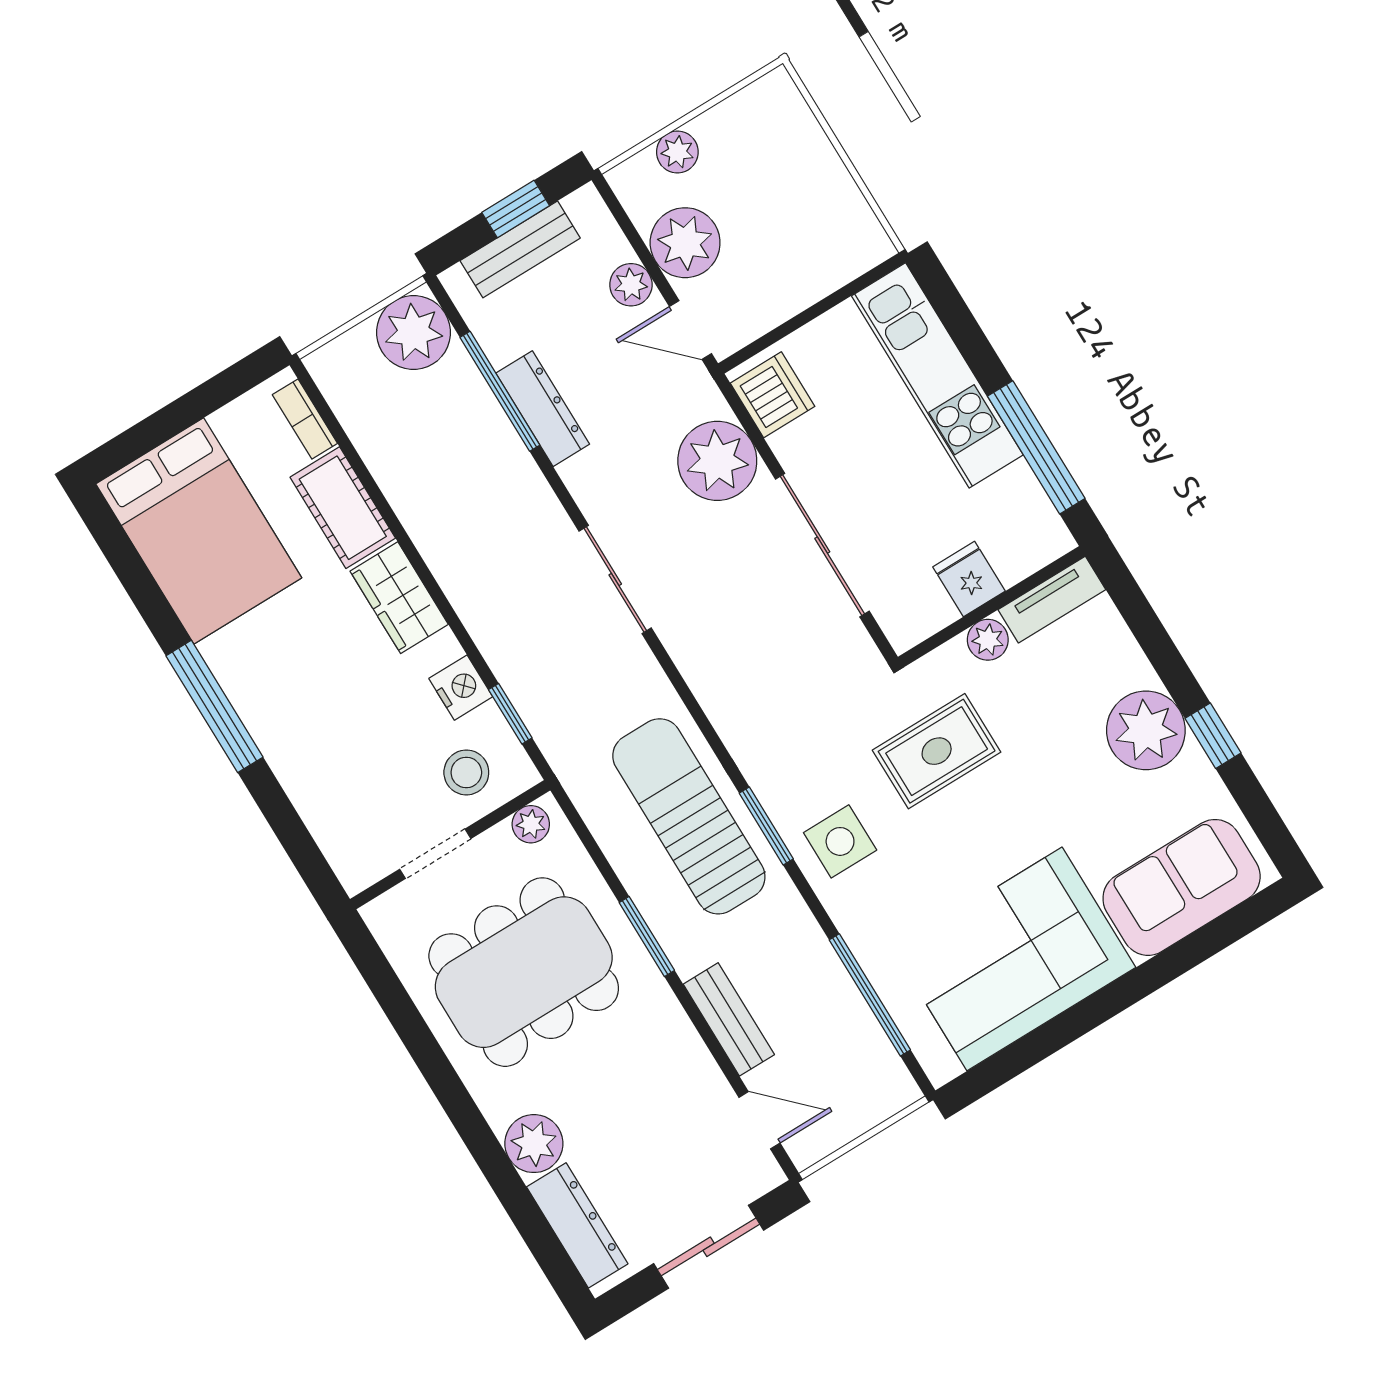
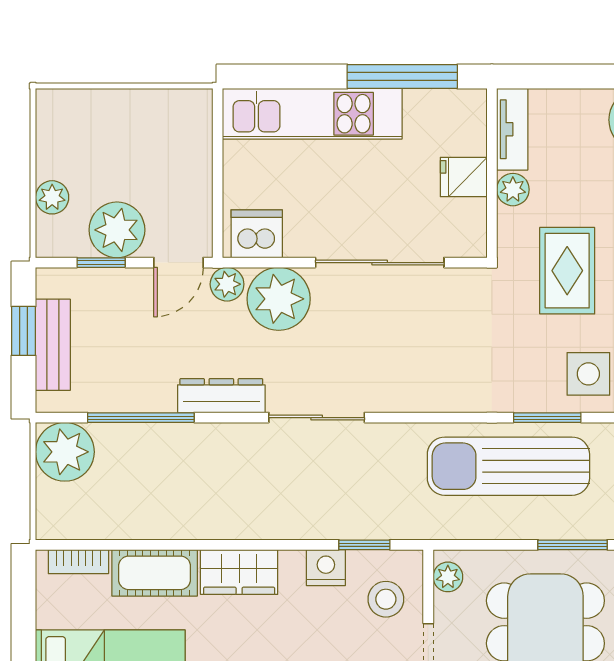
window: (640, 247) -> (101, 263), added
plant: (631, 285) -> (227, 284), moved
dresser: (543, 409) -> (221, 396), moved

